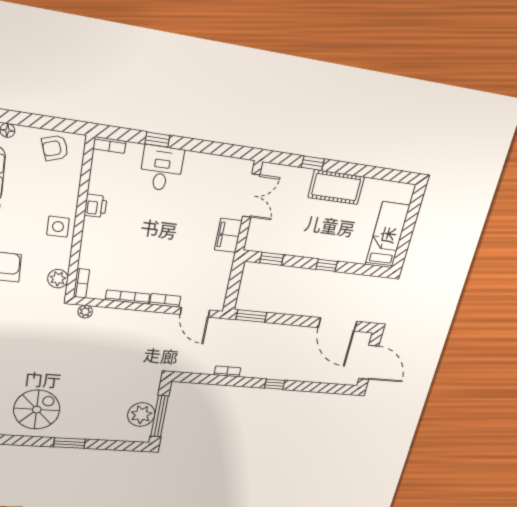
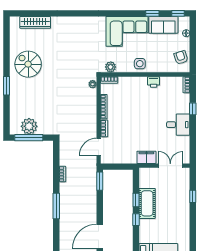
desk: (162, 168) -> (178, 125), moved
cot: (336, 187) -> (147, 203), moved
double door: (251, 196) -> (170, 166), swing flipped
window: (272, 259) -> (136, 200), moved
window: (275, 384) -> (56, 206), width x2.17
spiral stairs: (37, 410) -> (28, 64), turned 180

